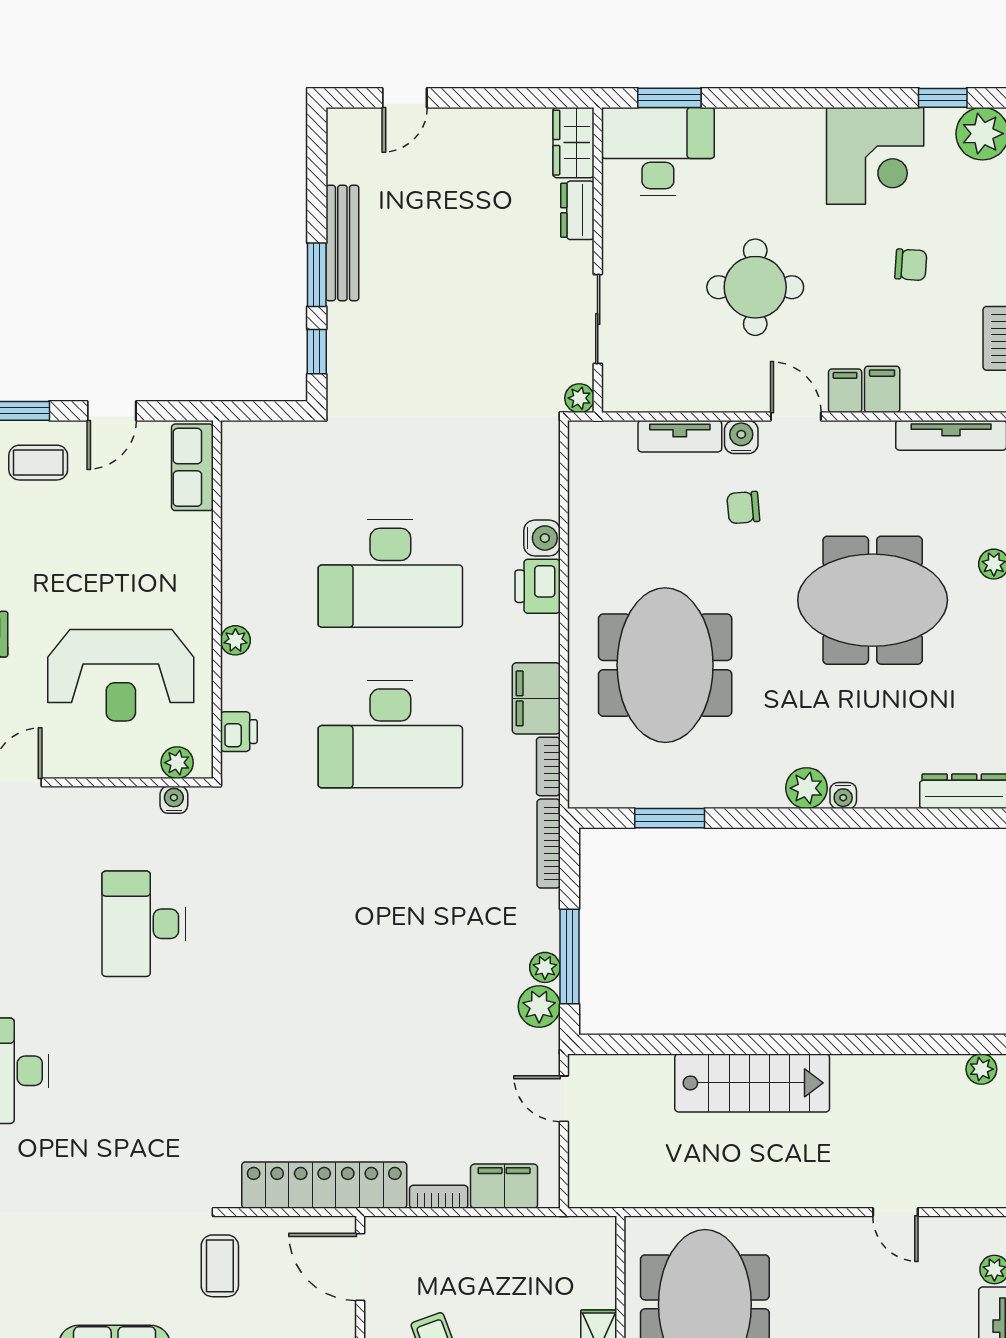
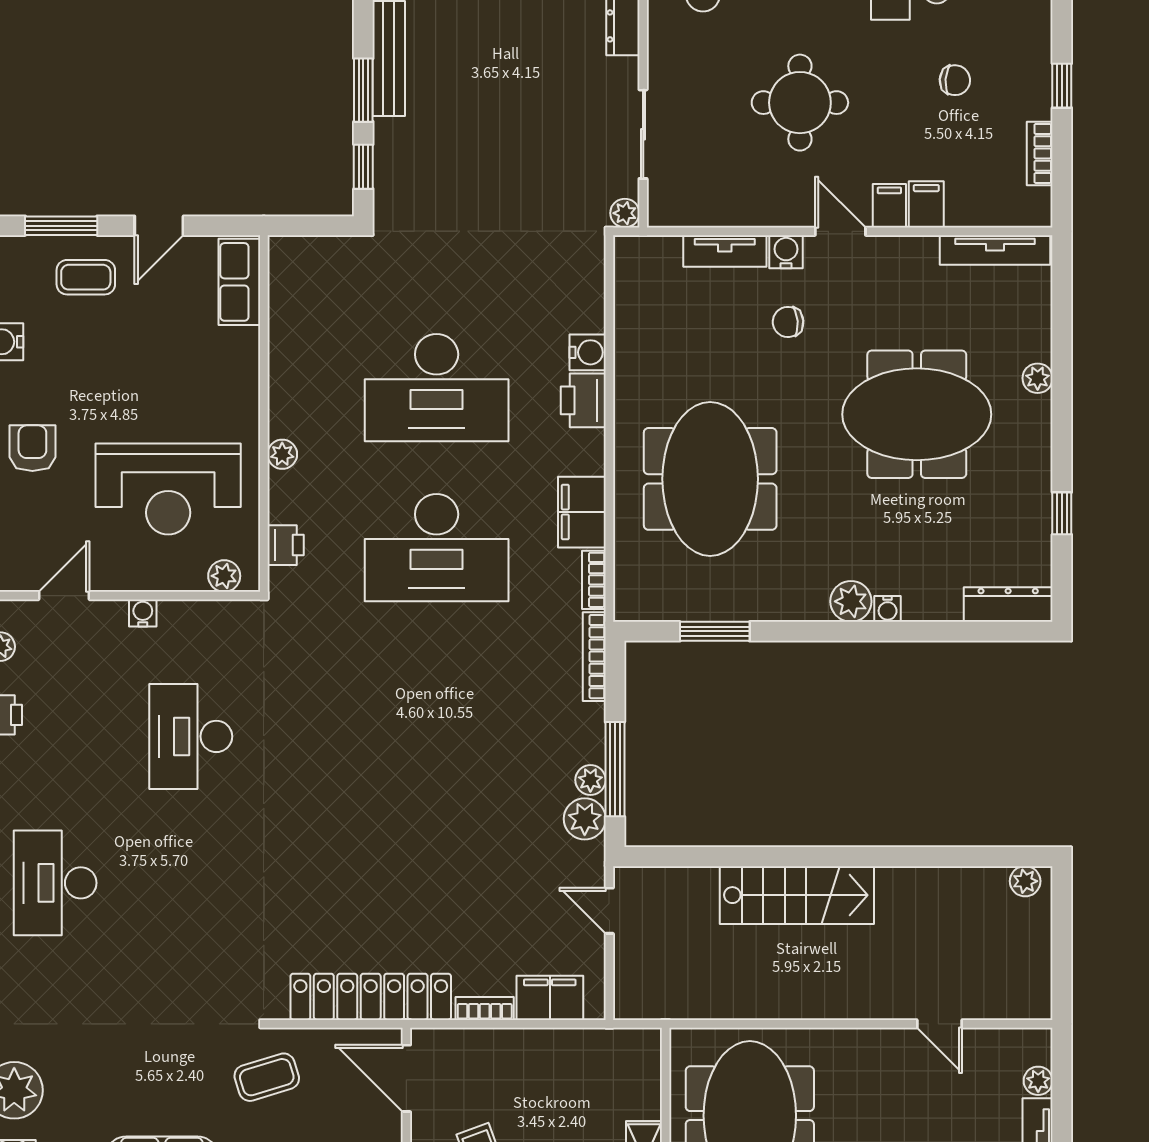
water cooler: (174, 800) -> (143, 613), moved
coffee table: (220, 1266) -> (267, 1077), turned 73

